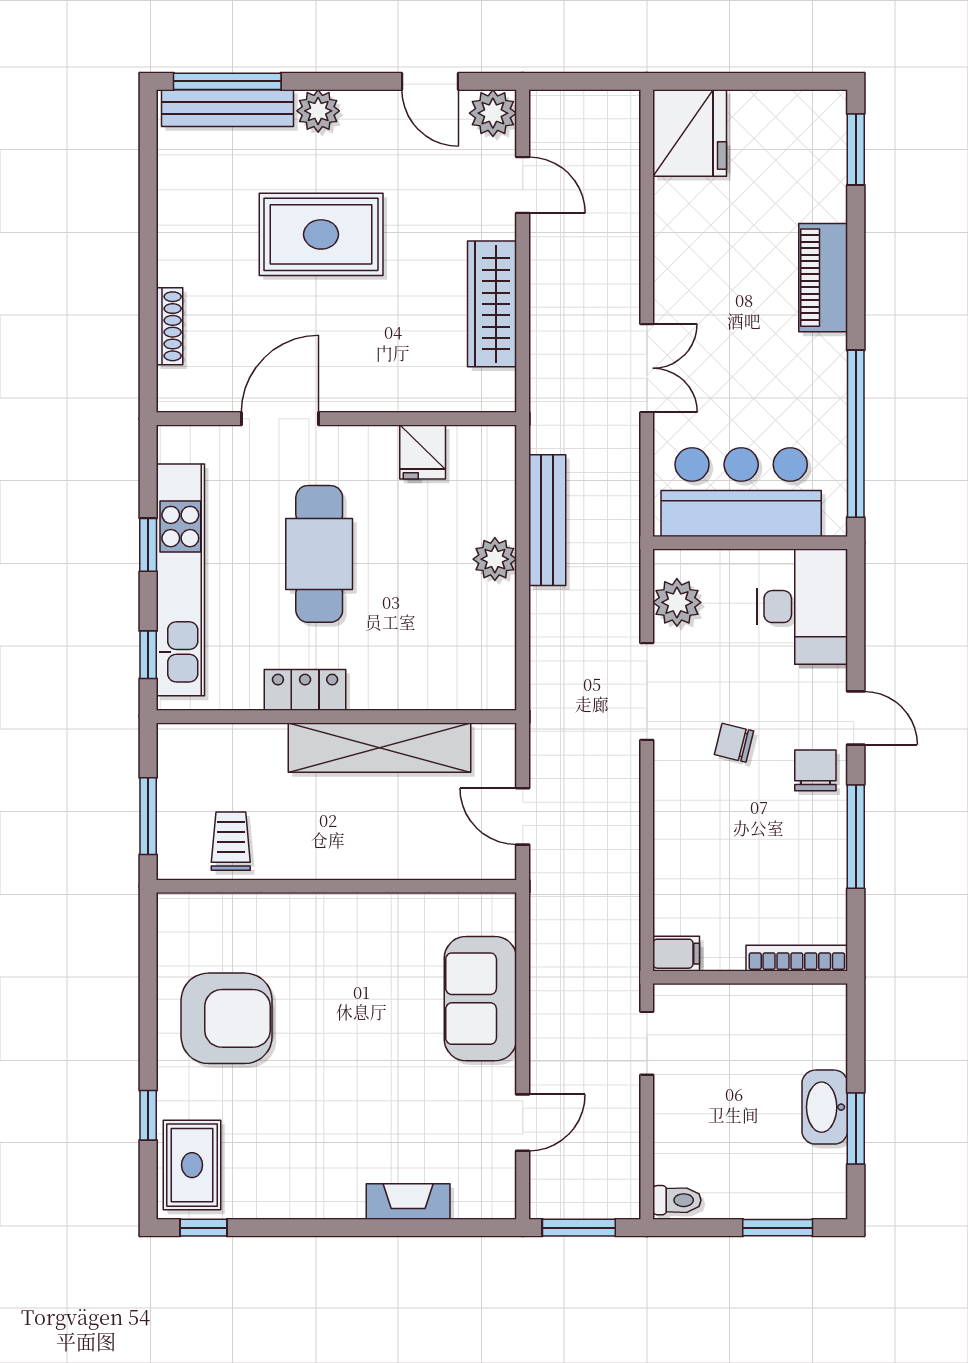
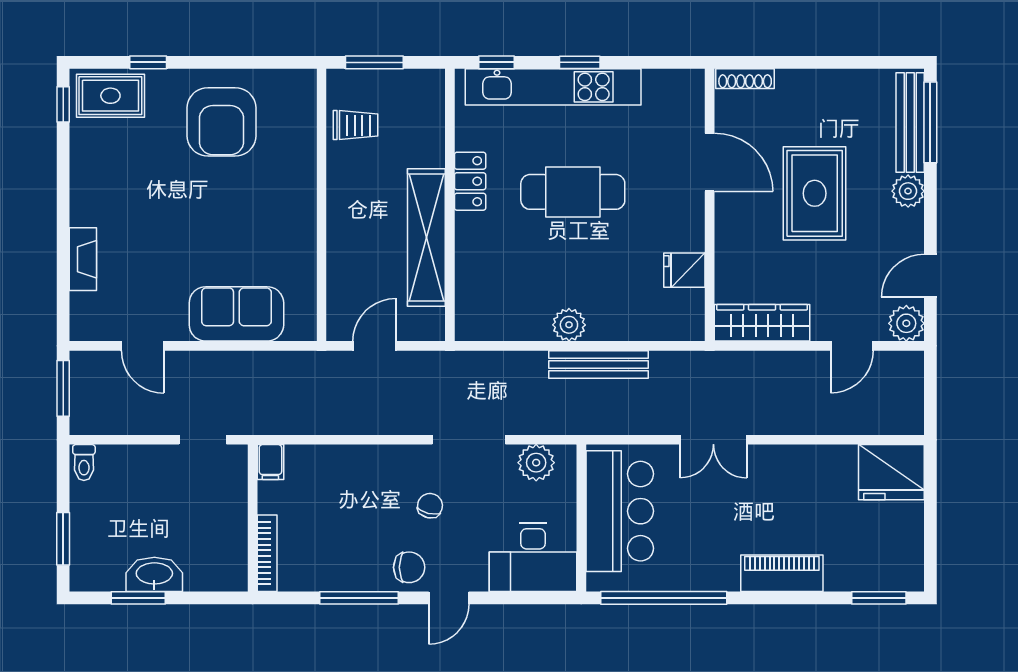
door: (280, 419) -> (710, 162), moved
wall: (336, 419) -> (710, 205), moved
fridge: (423, 452) -> (684, 270), moved

